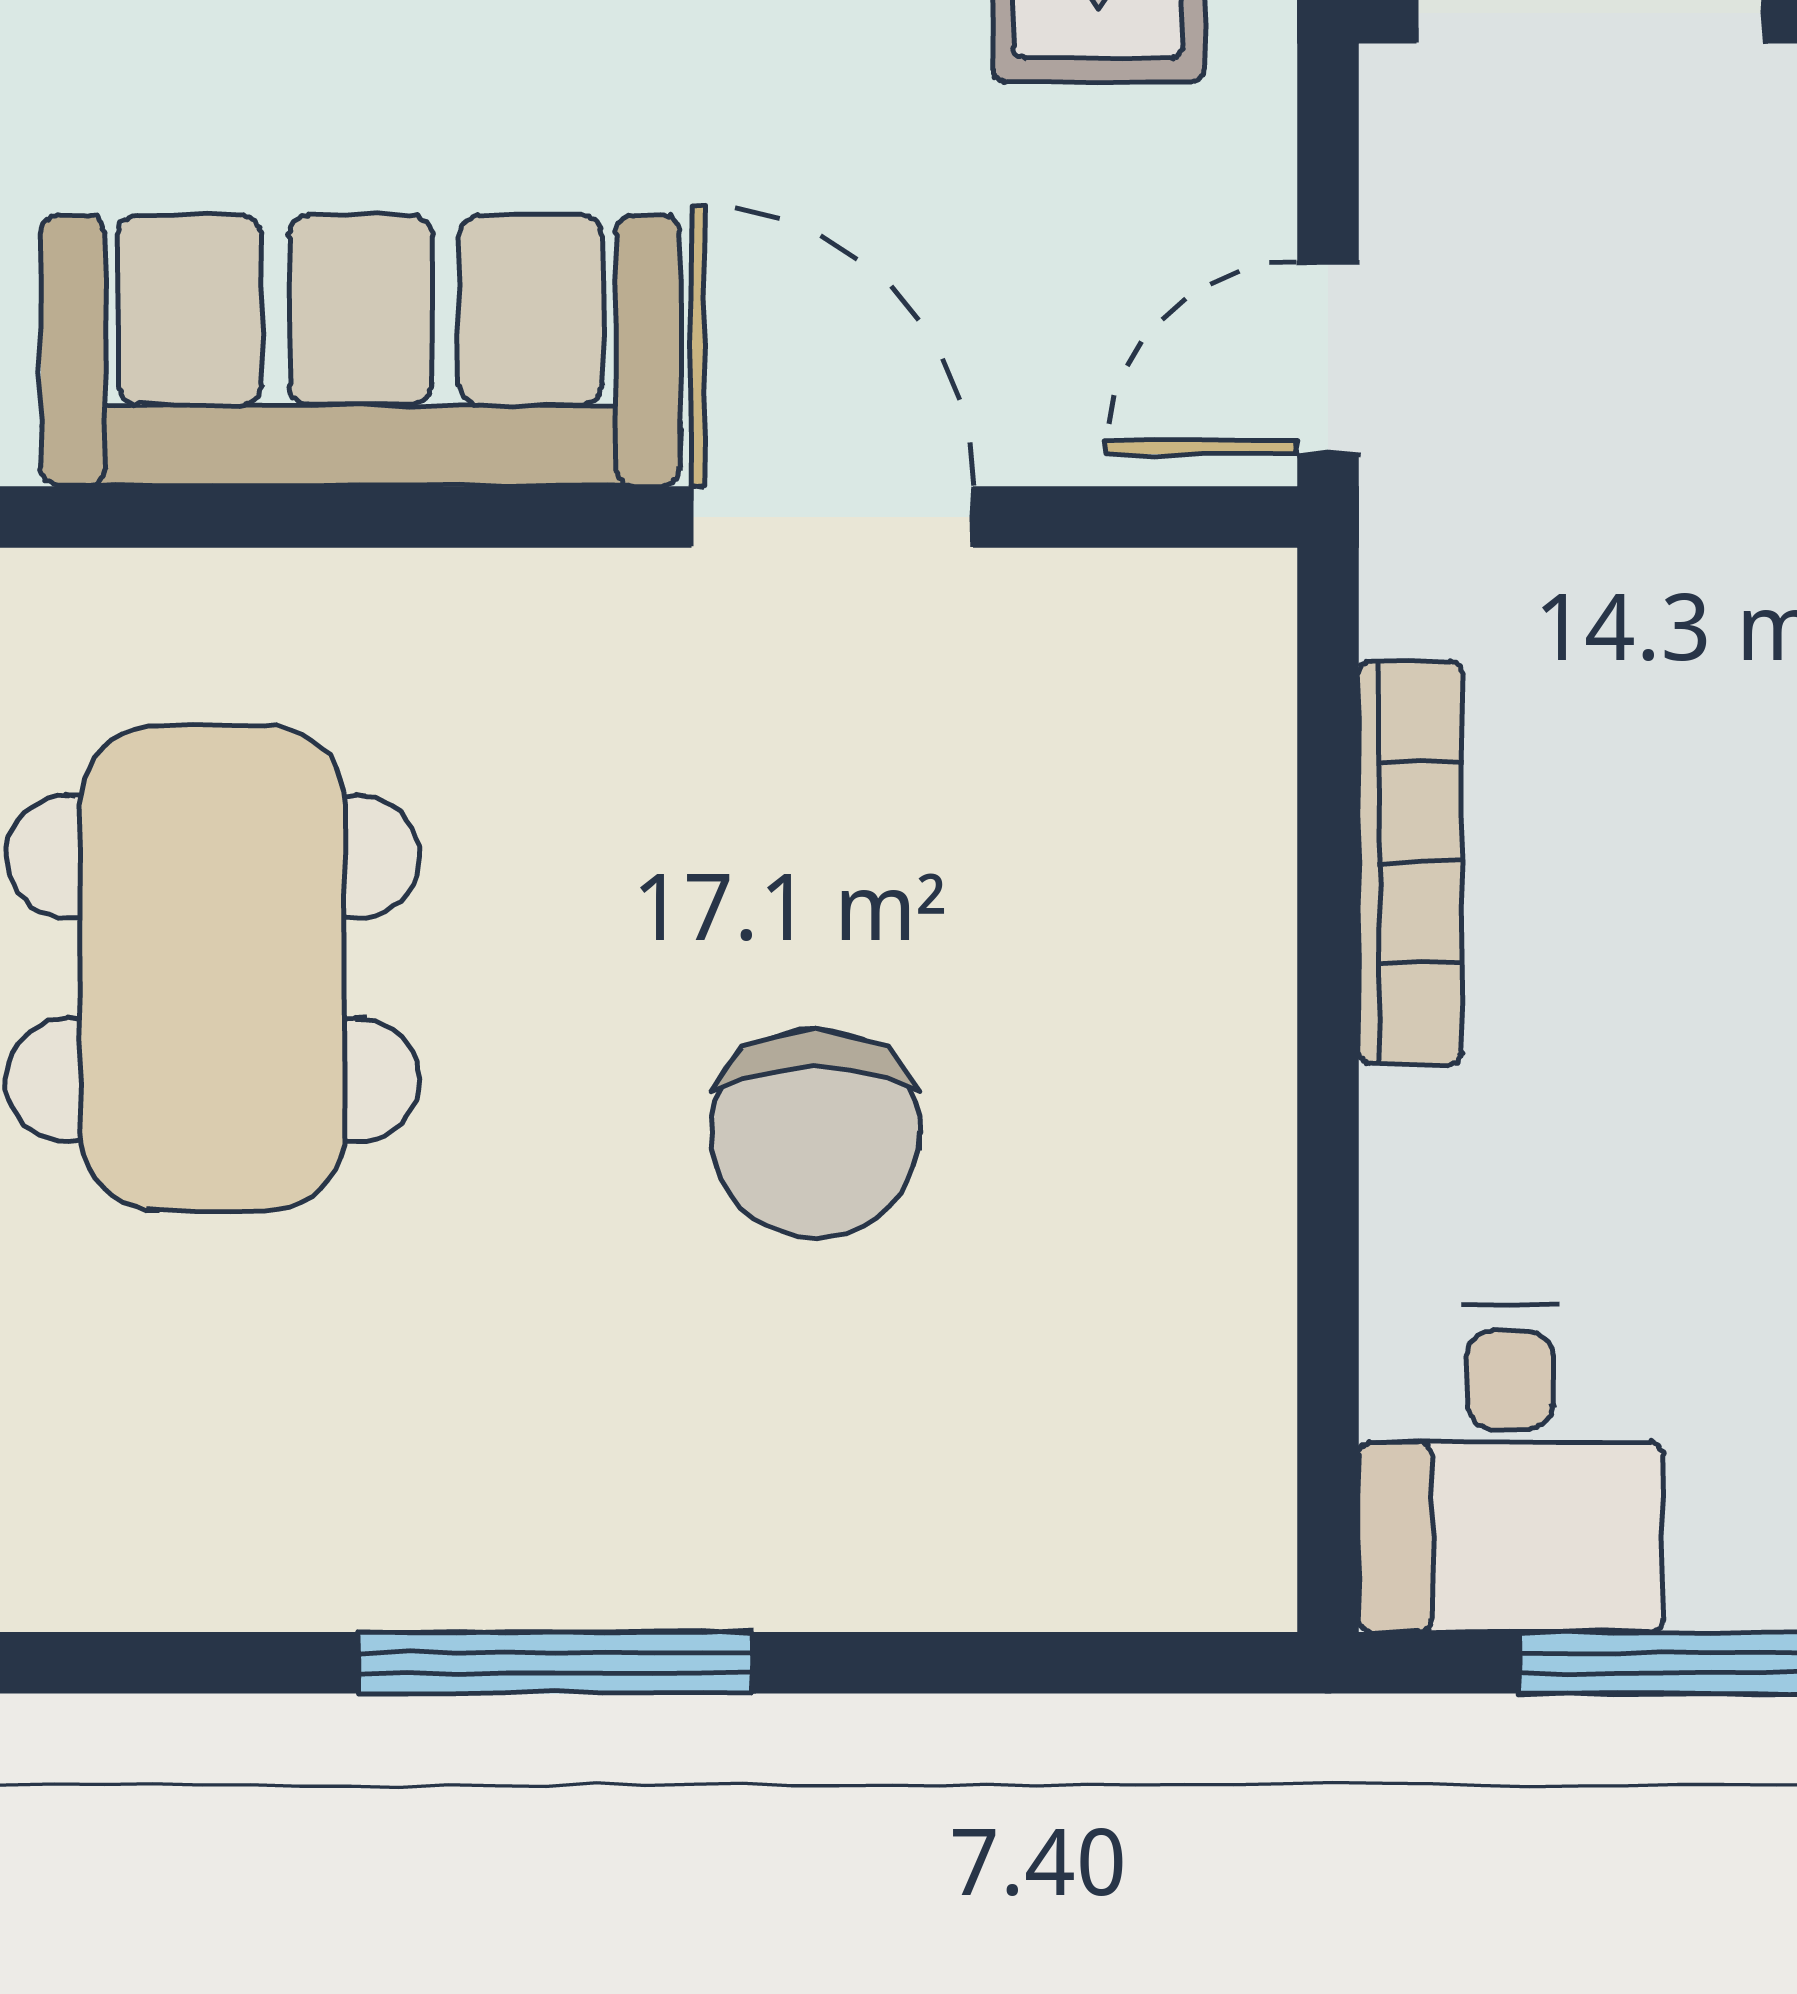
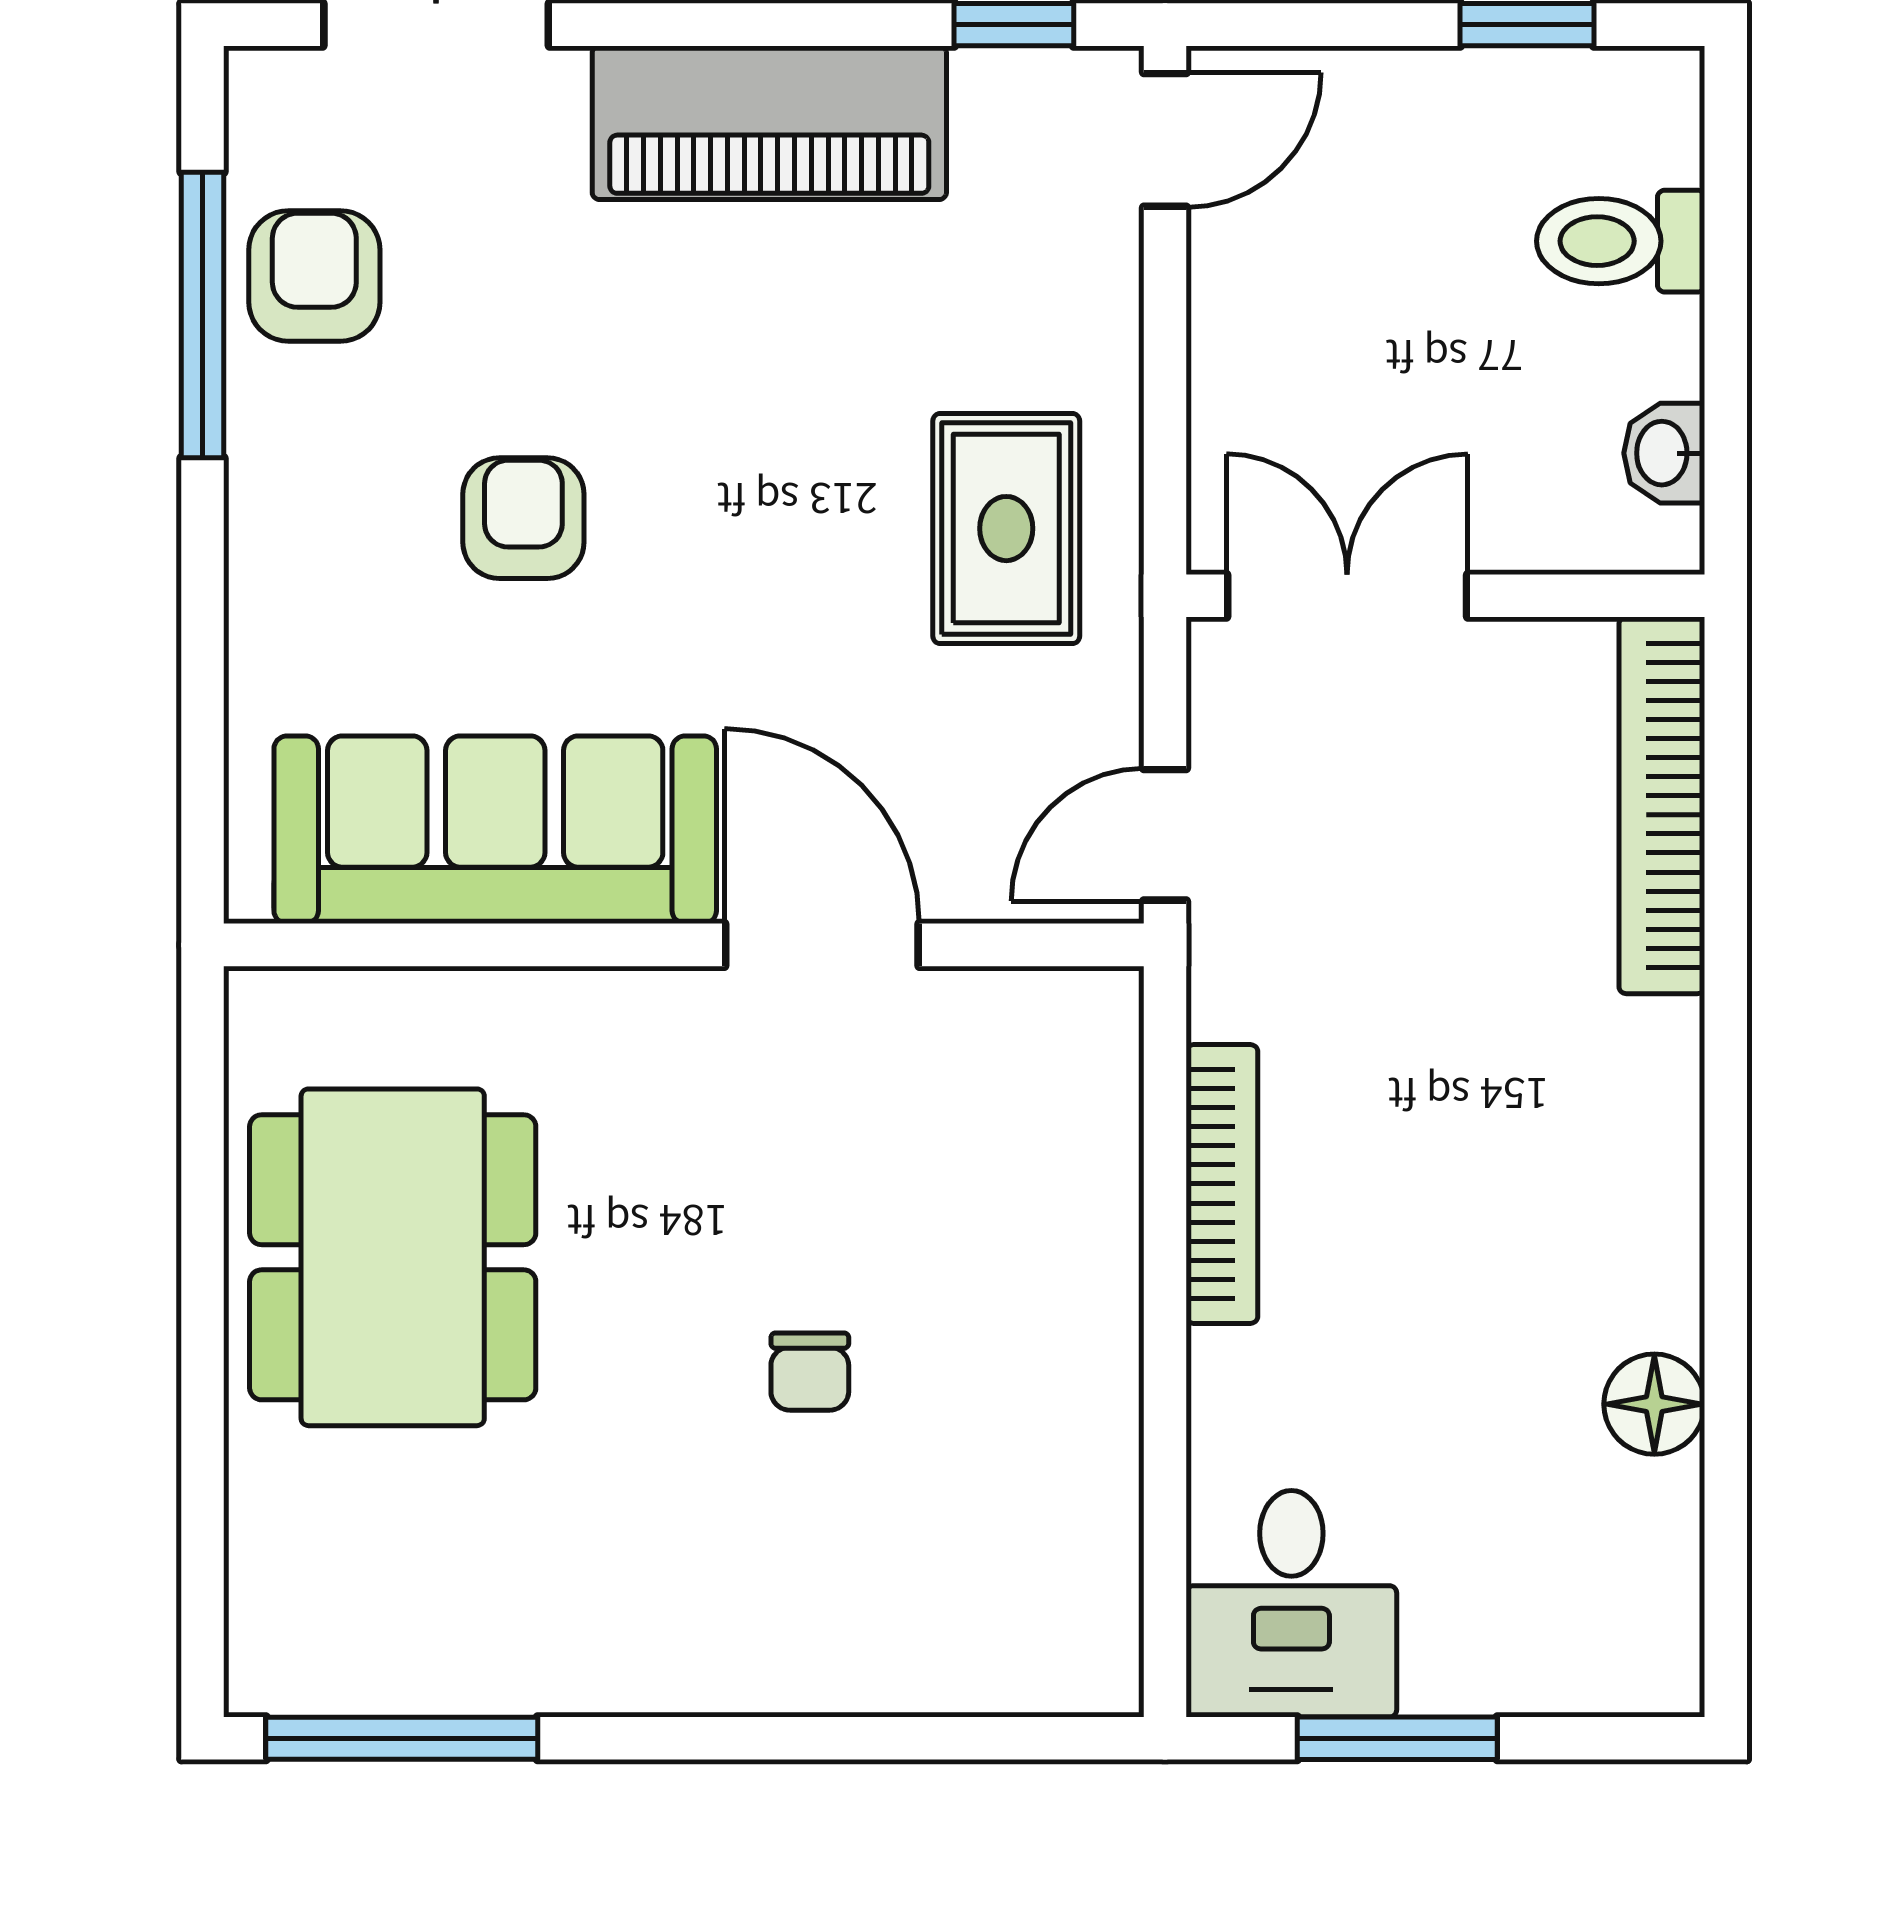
chair: (815, 1133) -> (810, 1372), width x0.54, depth x0.54
window: (555, 1663) -> (402, 1738), moved

